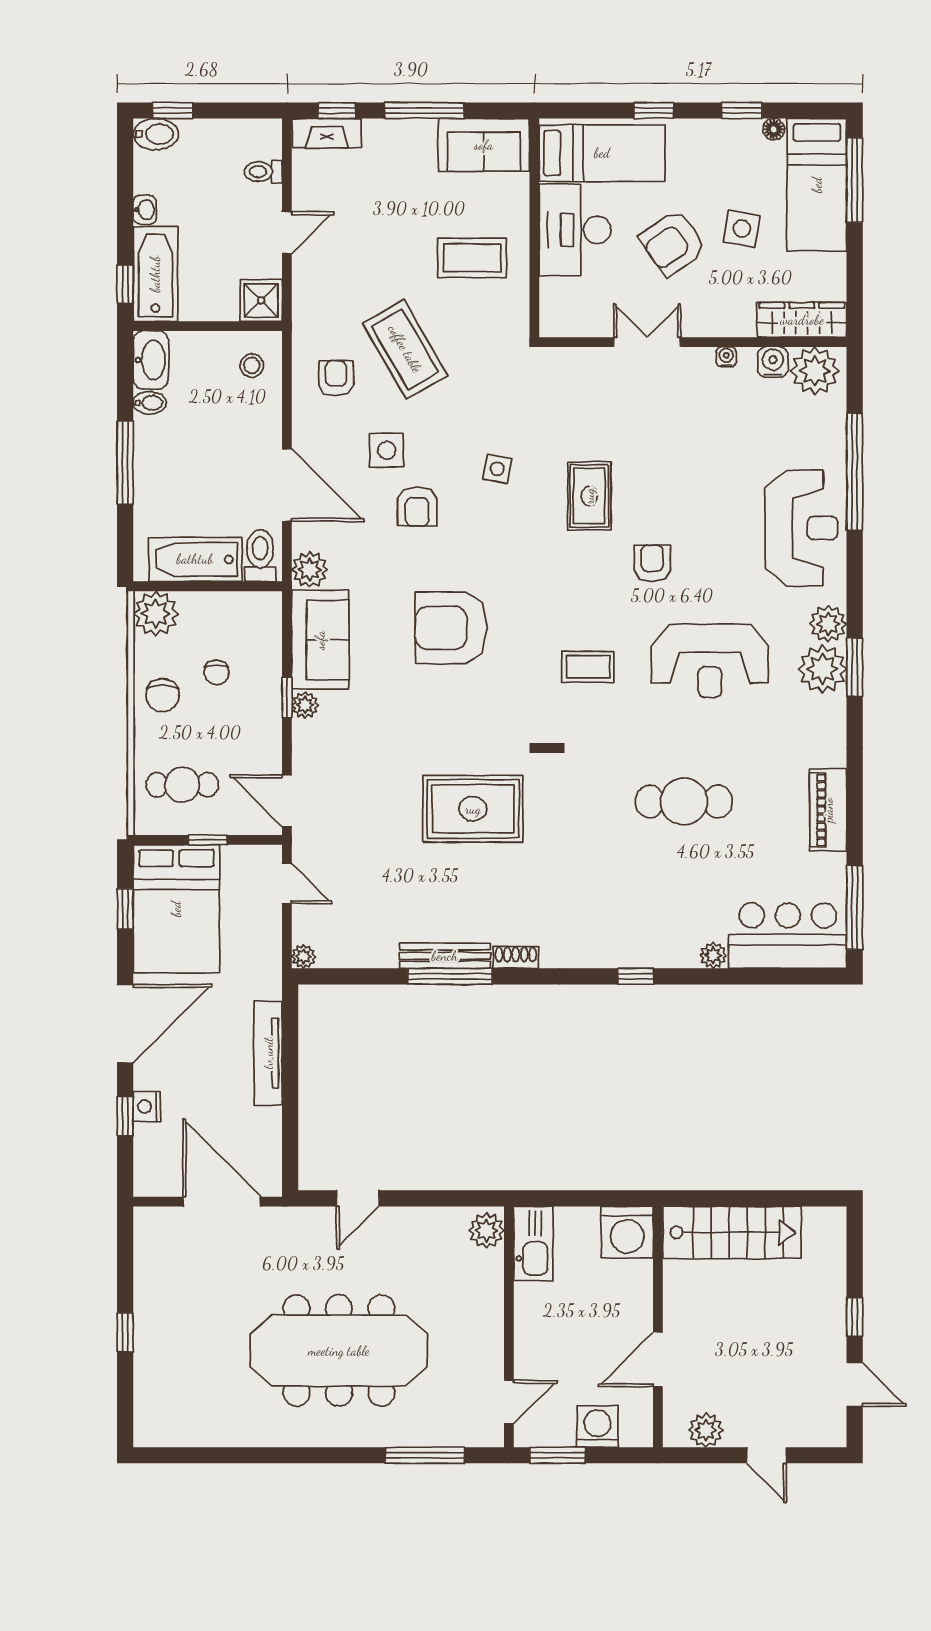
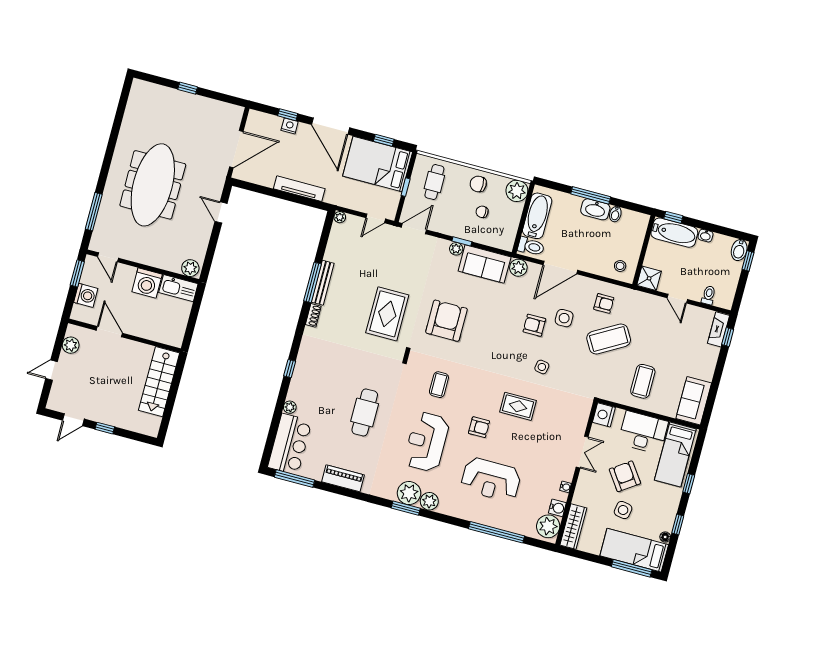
window: (424, 111) -> (717, 377), removed
nightstand: (560, 318) -> (604, 415), added
washbasin: (151, 360) -> (595, 209), moved
reception desk: (801, 528) -> (491, 480), moved
armchair: (451, 628) -> (446, 321), moved
washing machine: (627, 1232) -> (147, 283), moved, turned -90

